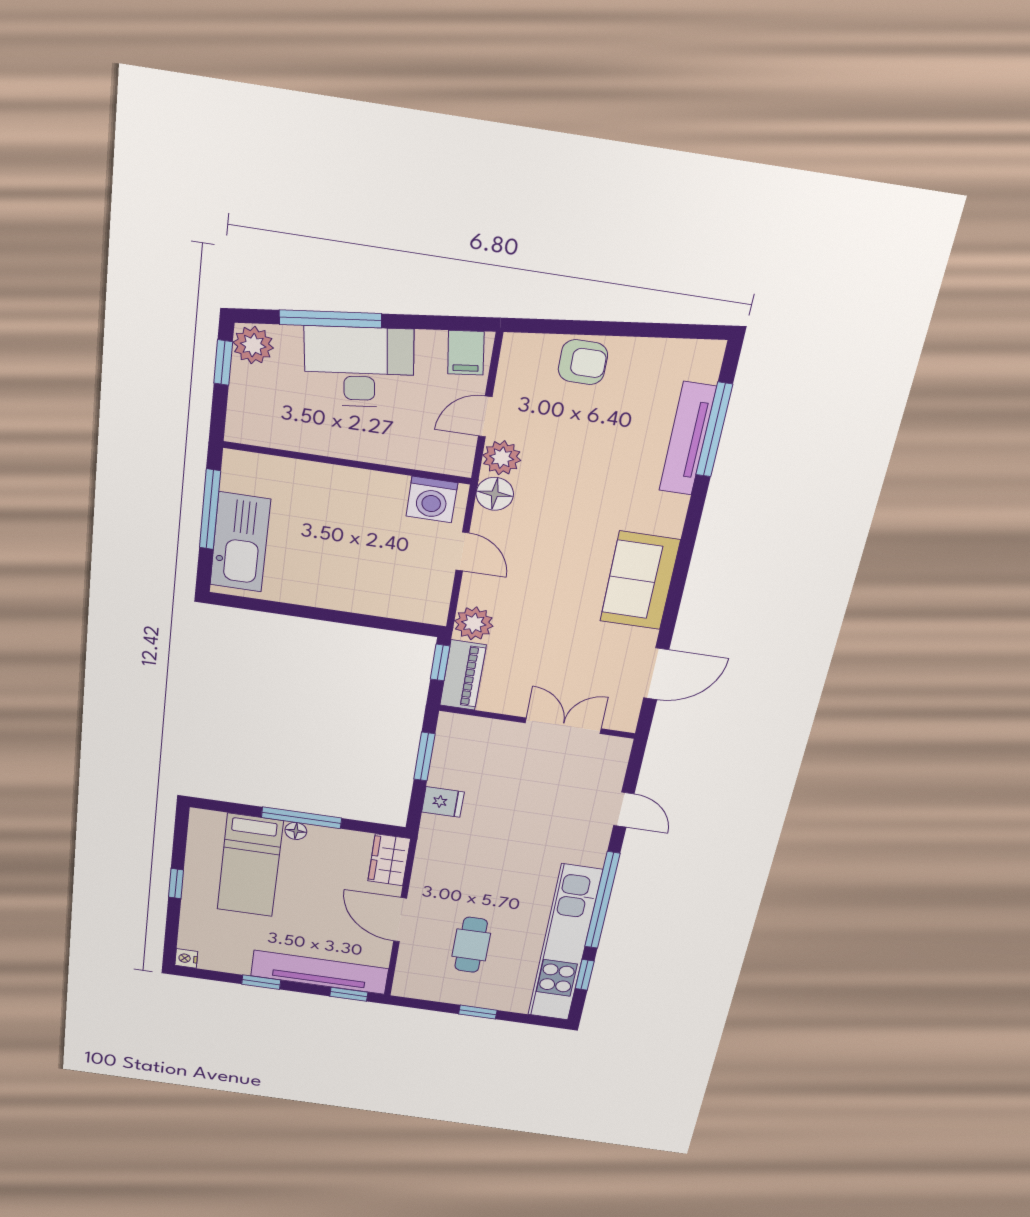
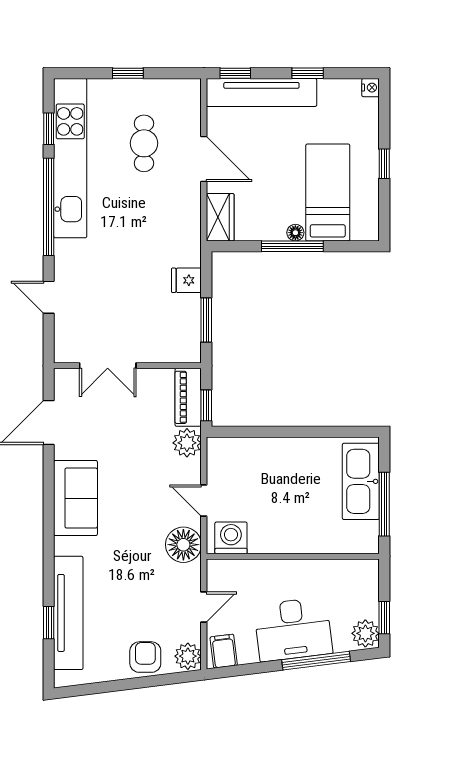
armchair: (583, 362) -> (145, 657), turned 90
window: (714, 430) -> (49, 623), width x0.46
tv unit: (688, 439) -> (68, 613), width x1.36, depth x1.29
plant: (502, 458) -> (188, 656), moved
floor lamp: (495, 494) -> (183, 545), width x1.38, depth x1.38

